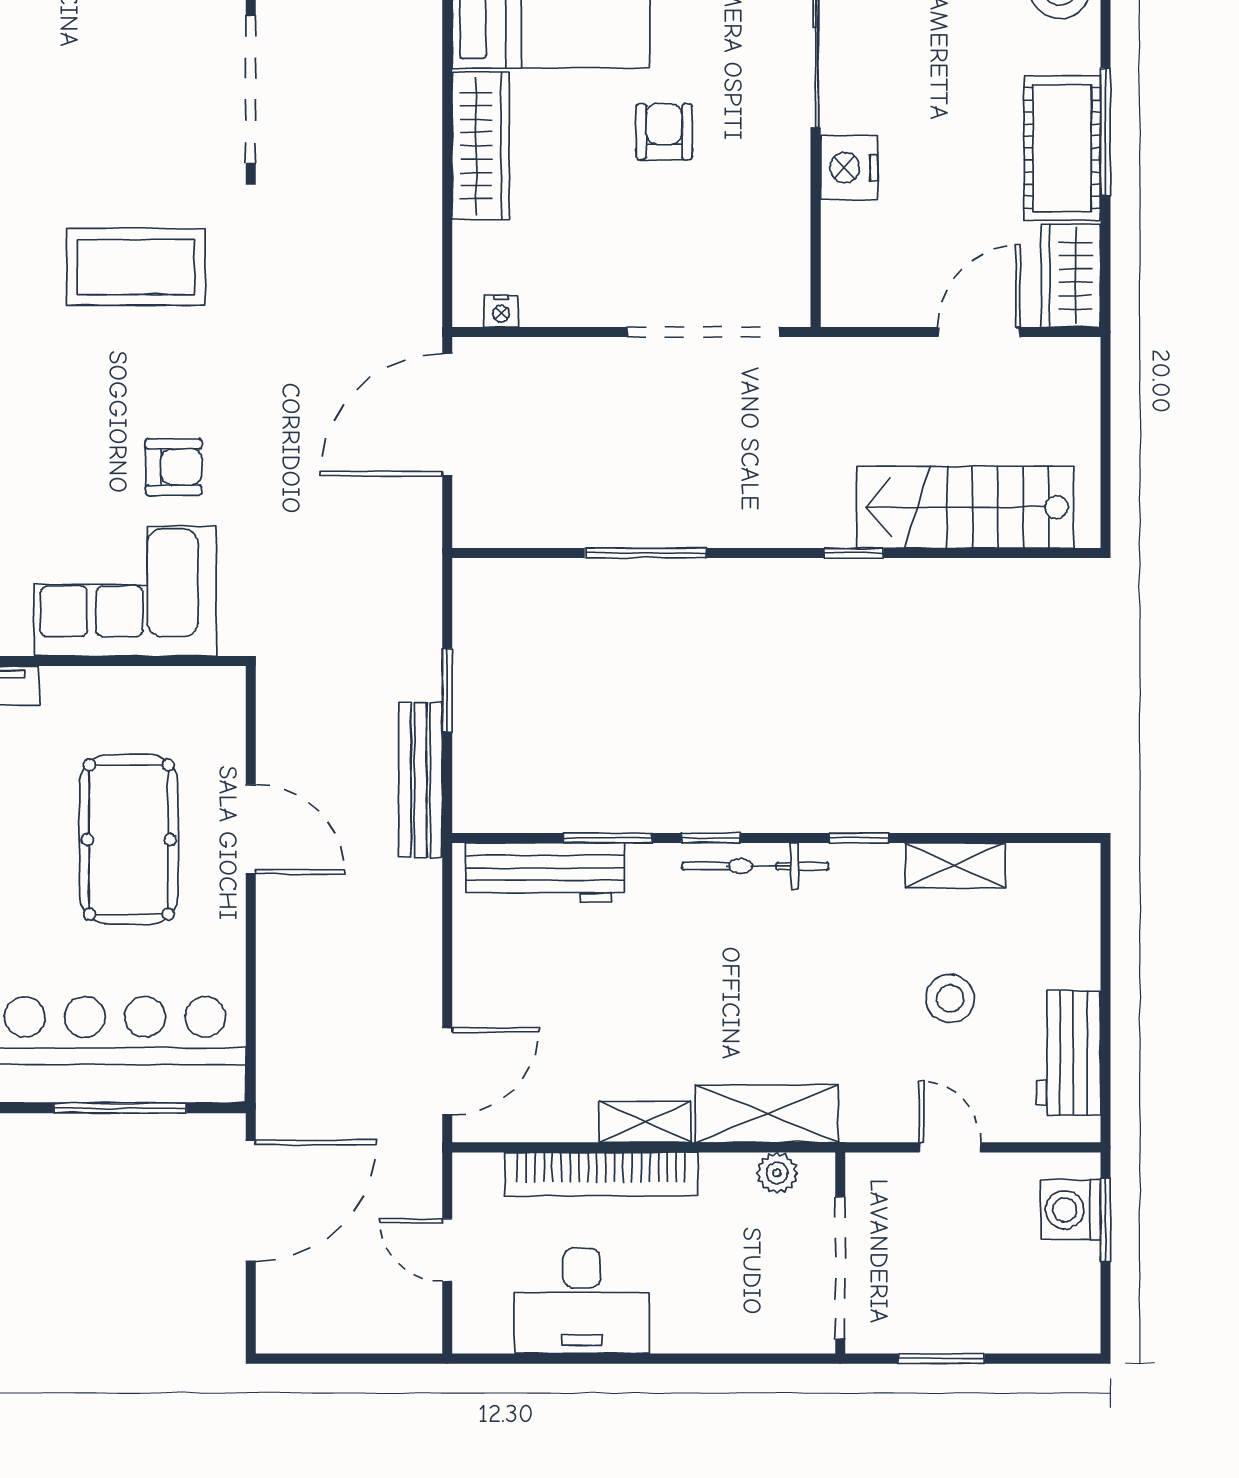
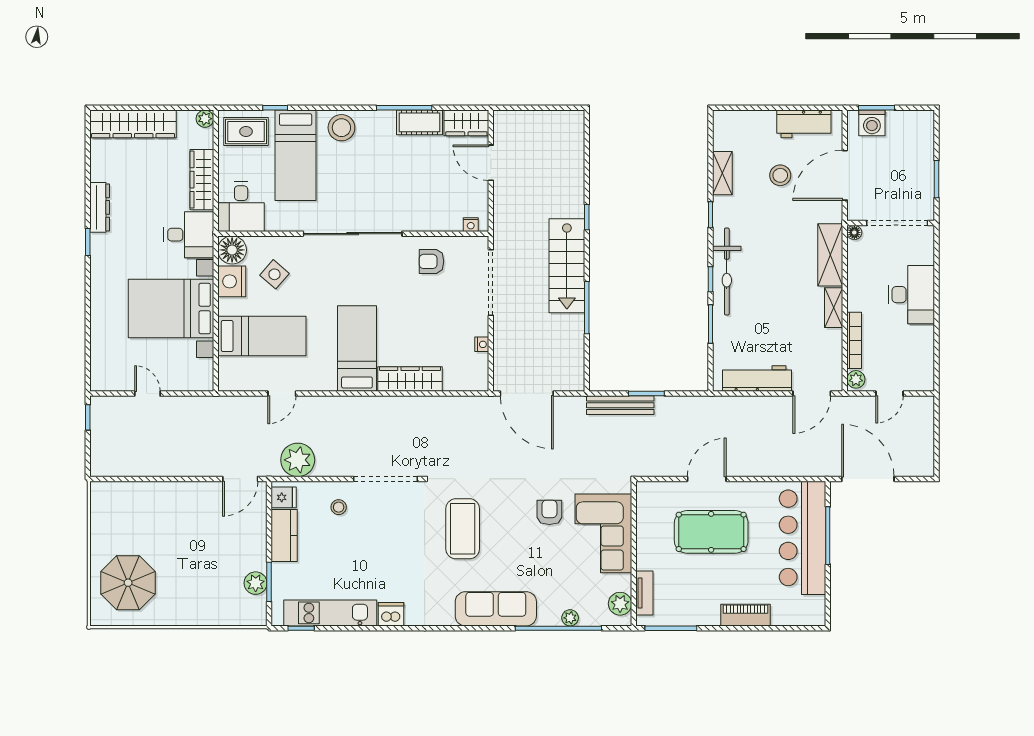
armchair: (664, 132) -> (432, 261), moved
cot: (1062, 148) -> (419, 122), width x0.73, depth x0.75
nightstand: (849, 168) -> (471, 225), moved, width x0.53, depth x0.56
nightstand: (501, 311) -> (482, 344), moved
stairs: (965, 507) -> (567, 266), moved
bench: (421, 780) -> (620, 405), moved
bicycle: (755, 866) -> (727, 271), width x1.37, depth x1.40
workbench: (545, 873) -> (757, 379), moved, turned -90
door: (447, 1071) -> (812, 394), swing flipped
door: (950, 1147) -> (845, 175), width x1.88
floor lamp: (818, 1169) -> (854, 232), added
plant: (777, 1173) -> (856, 379), moved
bookcase: (601, 1174) -> (854, 340), width x0.68, depth x0.76
desk: (582, 1301) -> (911, 295), moved

